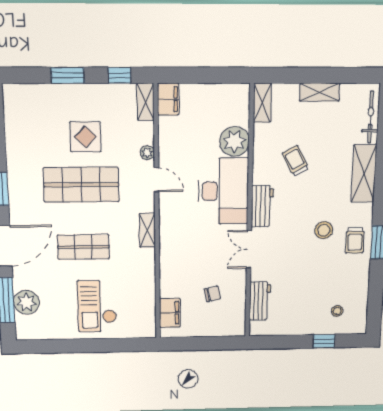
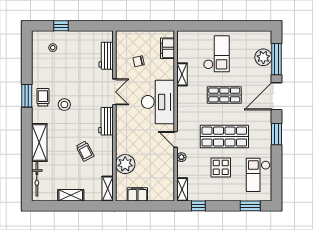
window: (67, 75) -> (250, 206), moved
filing cabinet: (168, 99) -> (137, 194), moved, turned 90
checkout: (26, 125) -> (258, 175), added
desk: (223, 191) -> (158, 102), moved, turned 180
shelving: (147, 230) -> (182, 74), moved

